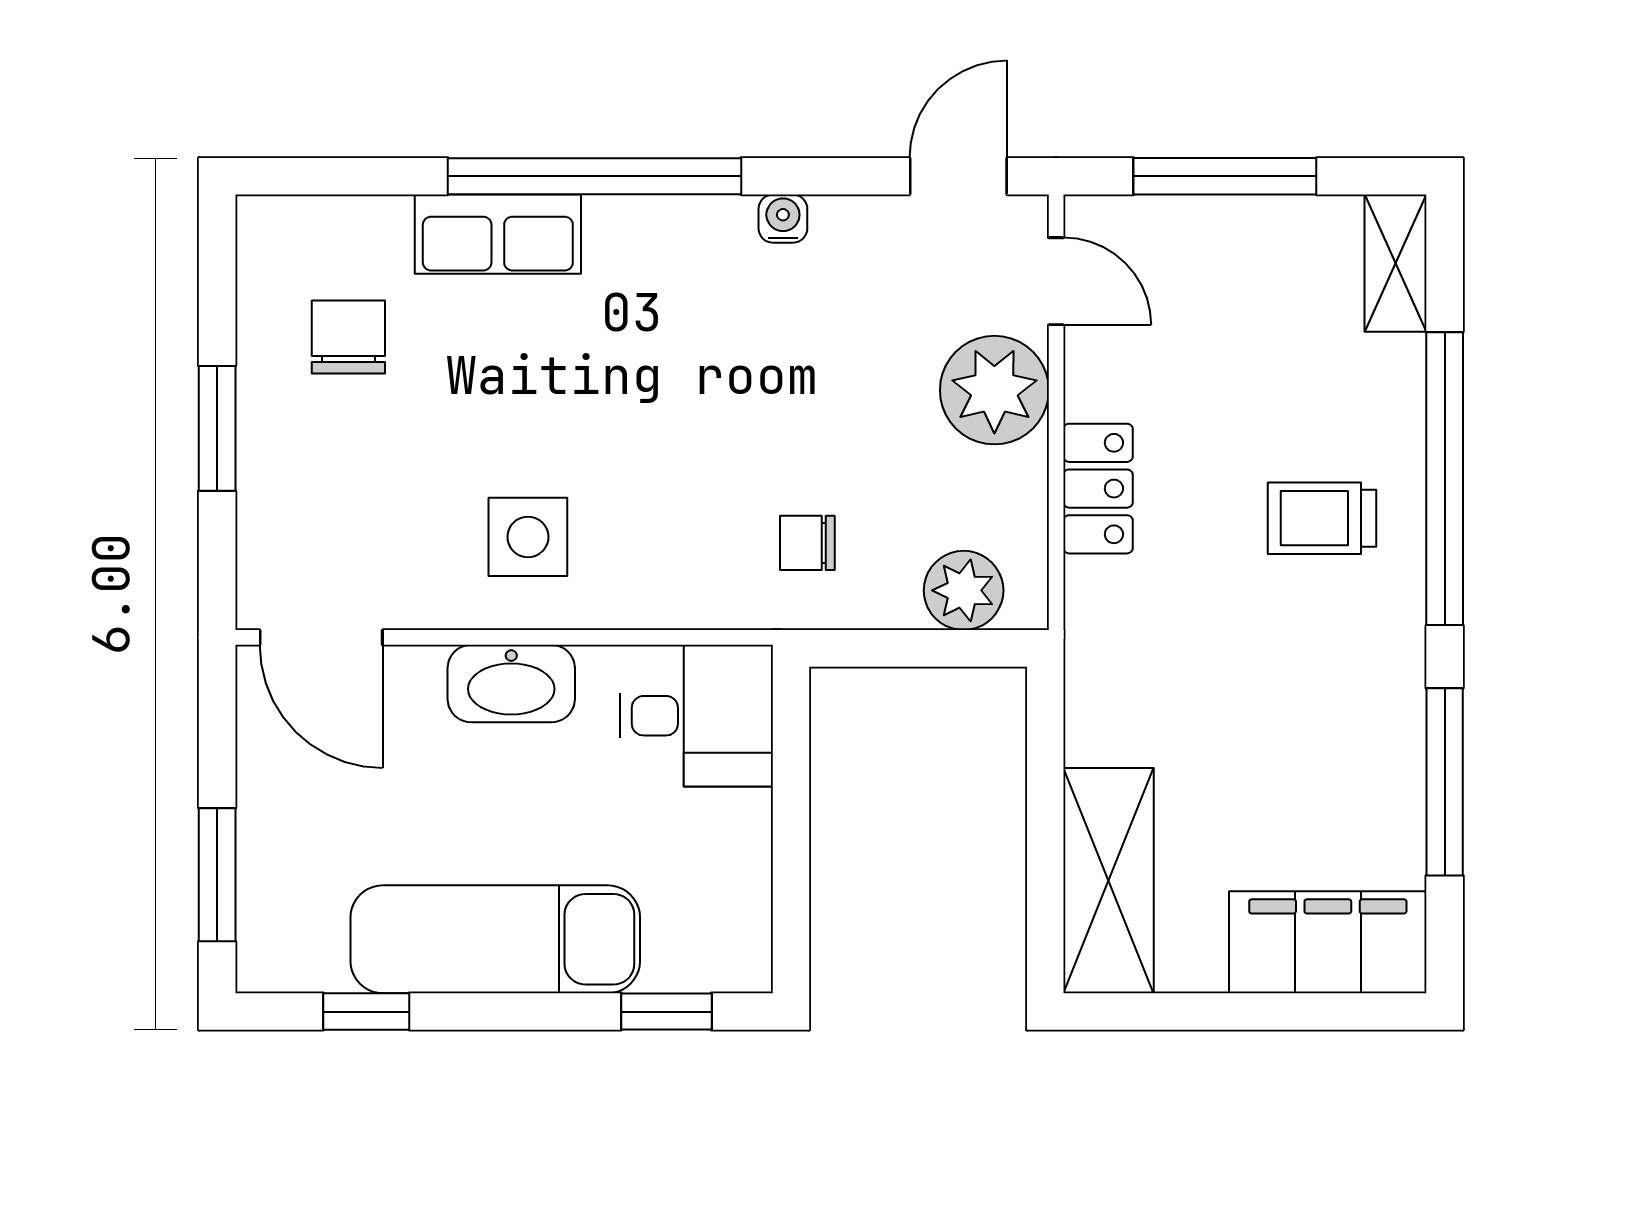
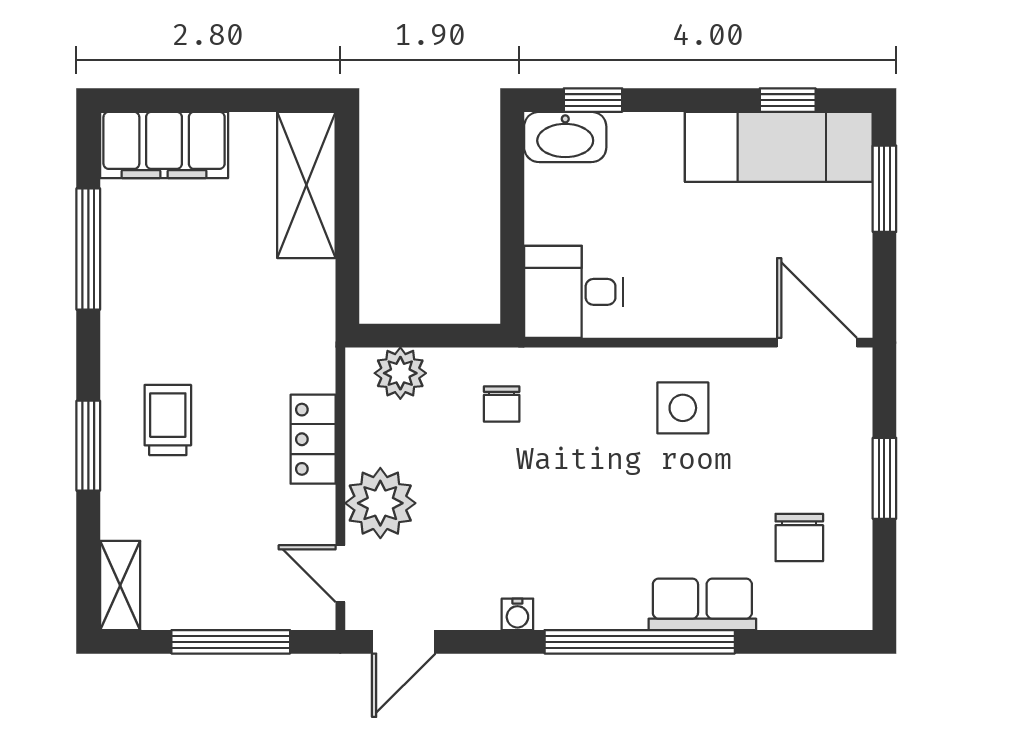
window: (1445, 479) -> (88, 446), width x0.47
trolley: (1322, 518) -> (168, 420), turned -90
chair: (807, 543) -> (502, 404), turned 90
washbasin: (511, 684) -> (565, 137), moved, turned 180
exam couch: (495, 939) -> (779, 147), moved

